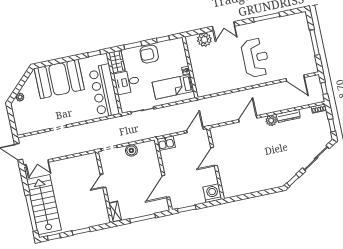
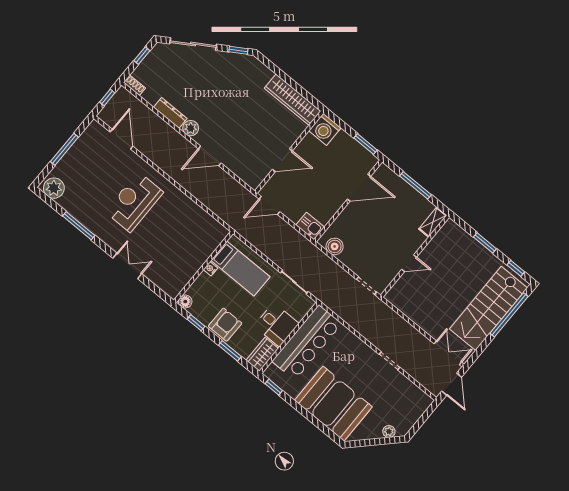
plant: (204, 40) -> (54, 188), moved
floor lamp: (179, 42) -> (185, 302), added
armchair: (149, 54) -> (225, 325), turned -90
boiler: (131, 150) -> (335, 246), moved
wardrobe: (242, 188) -> (293, 100), added

